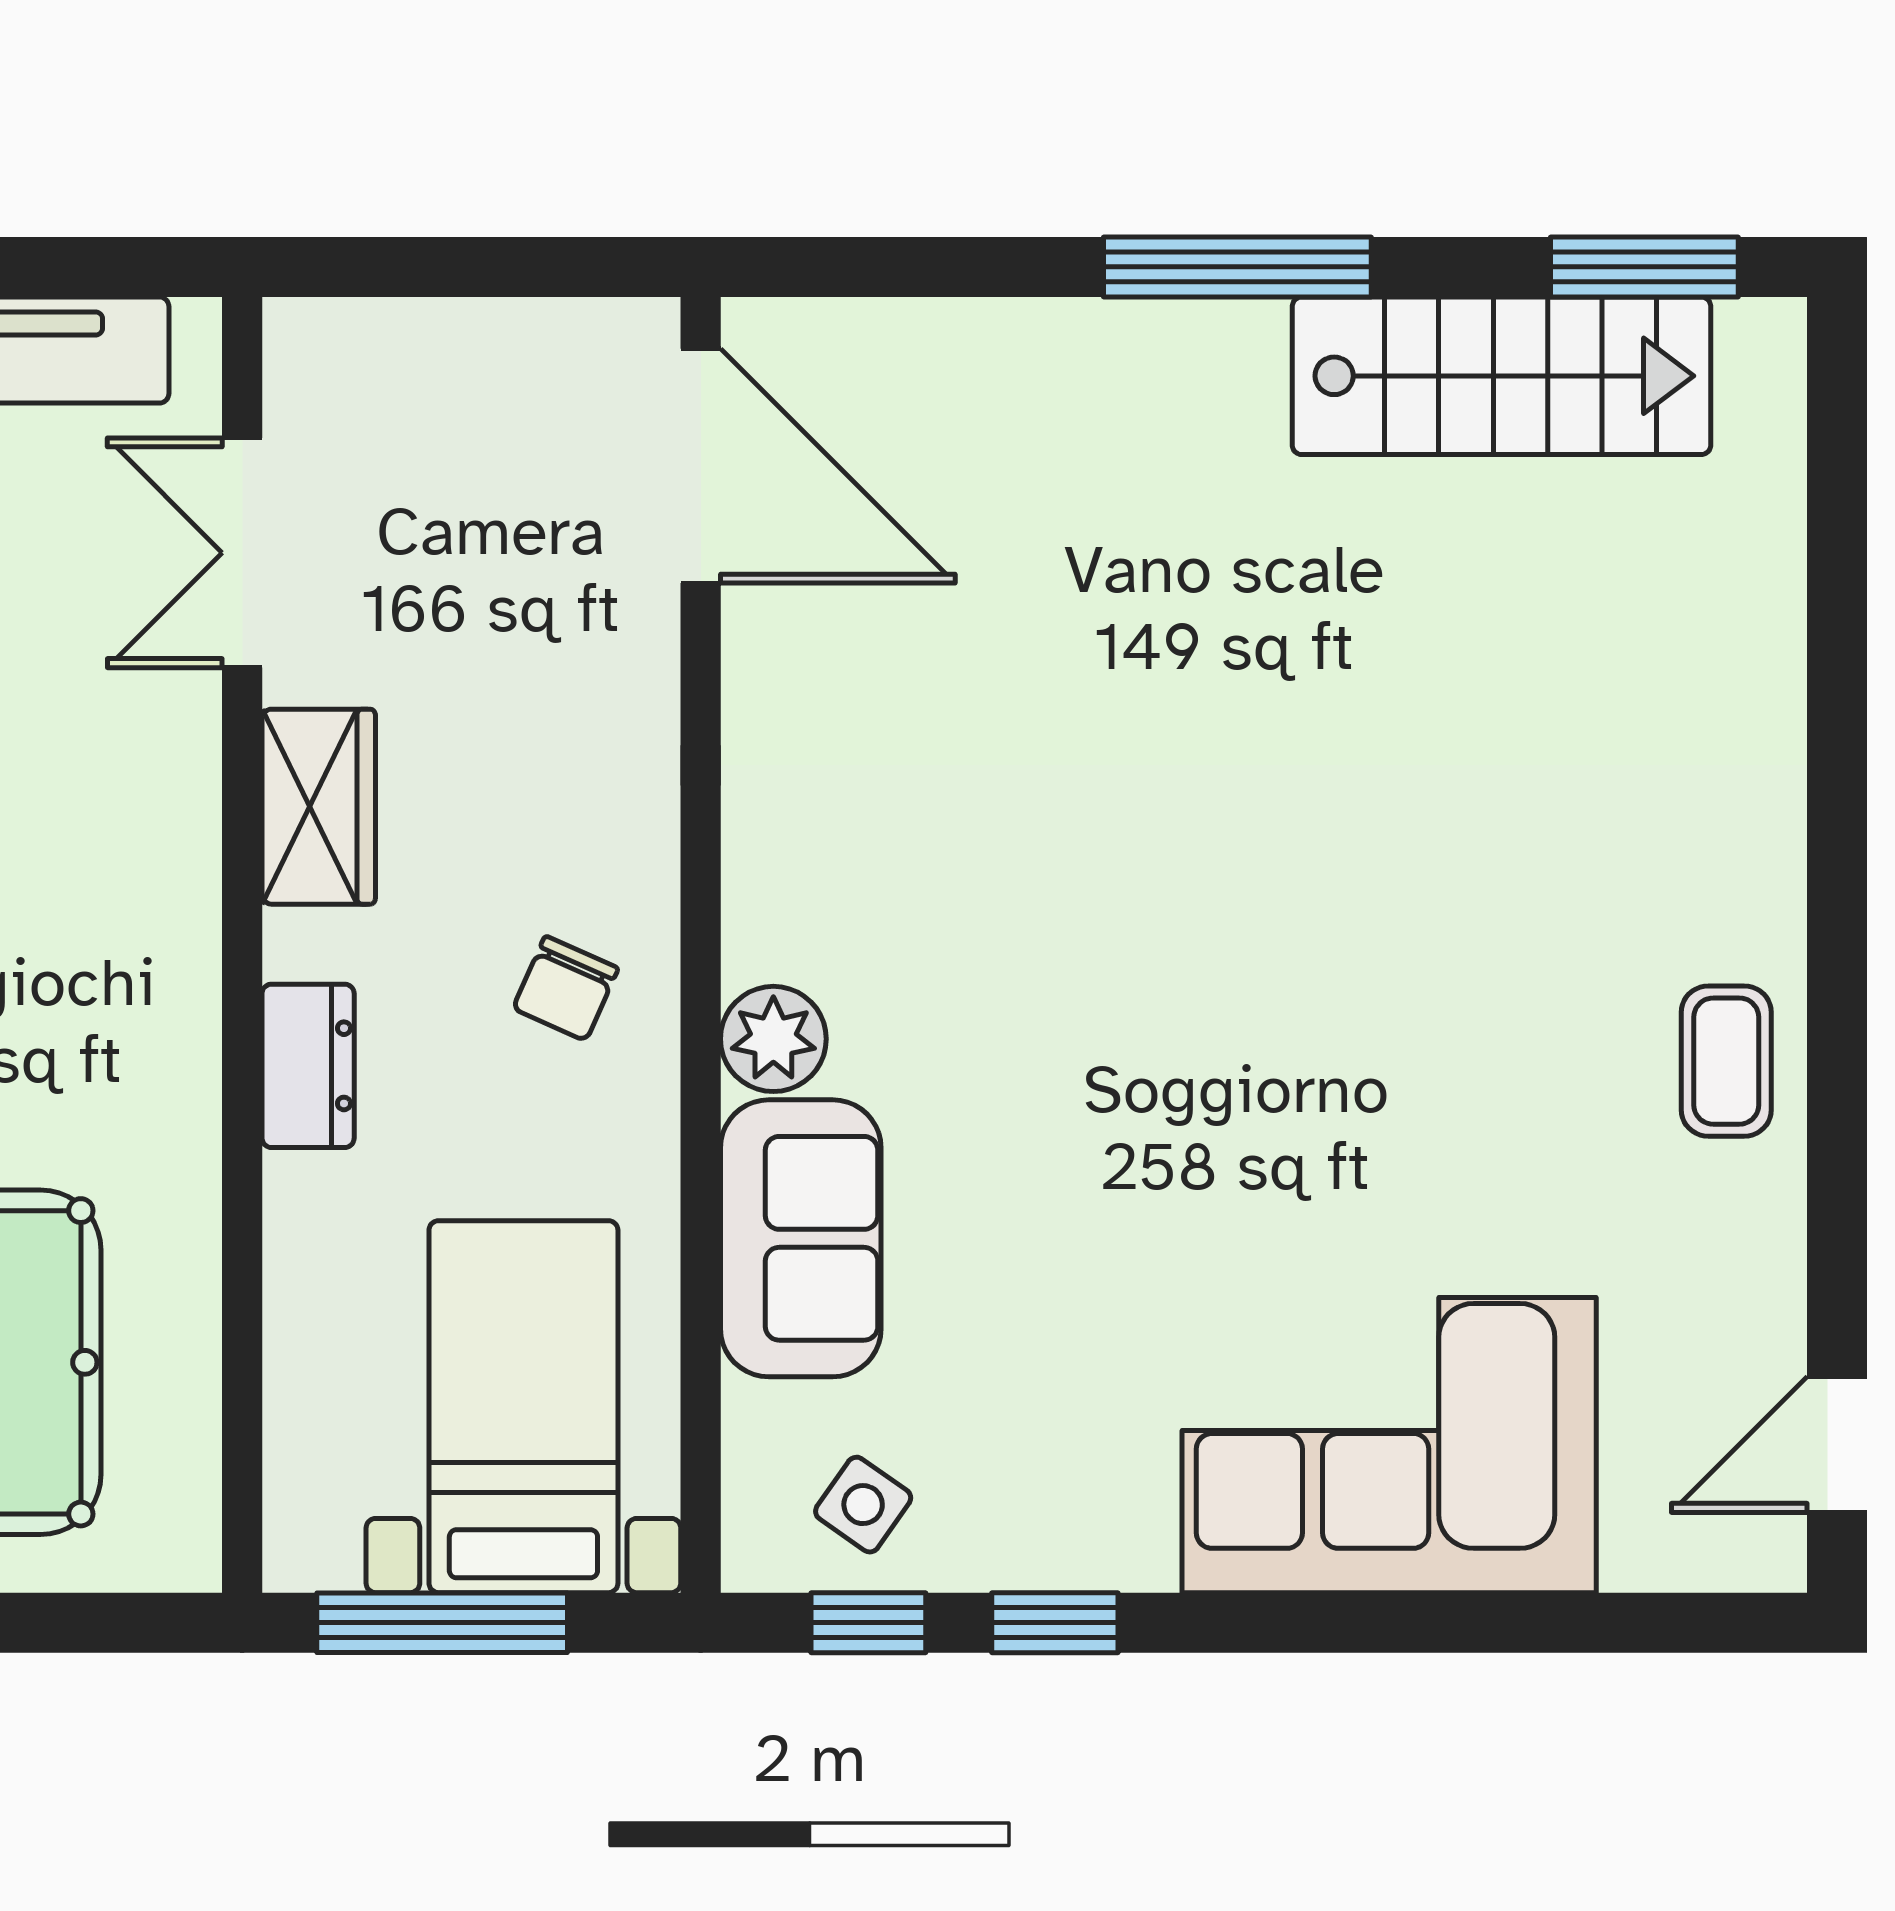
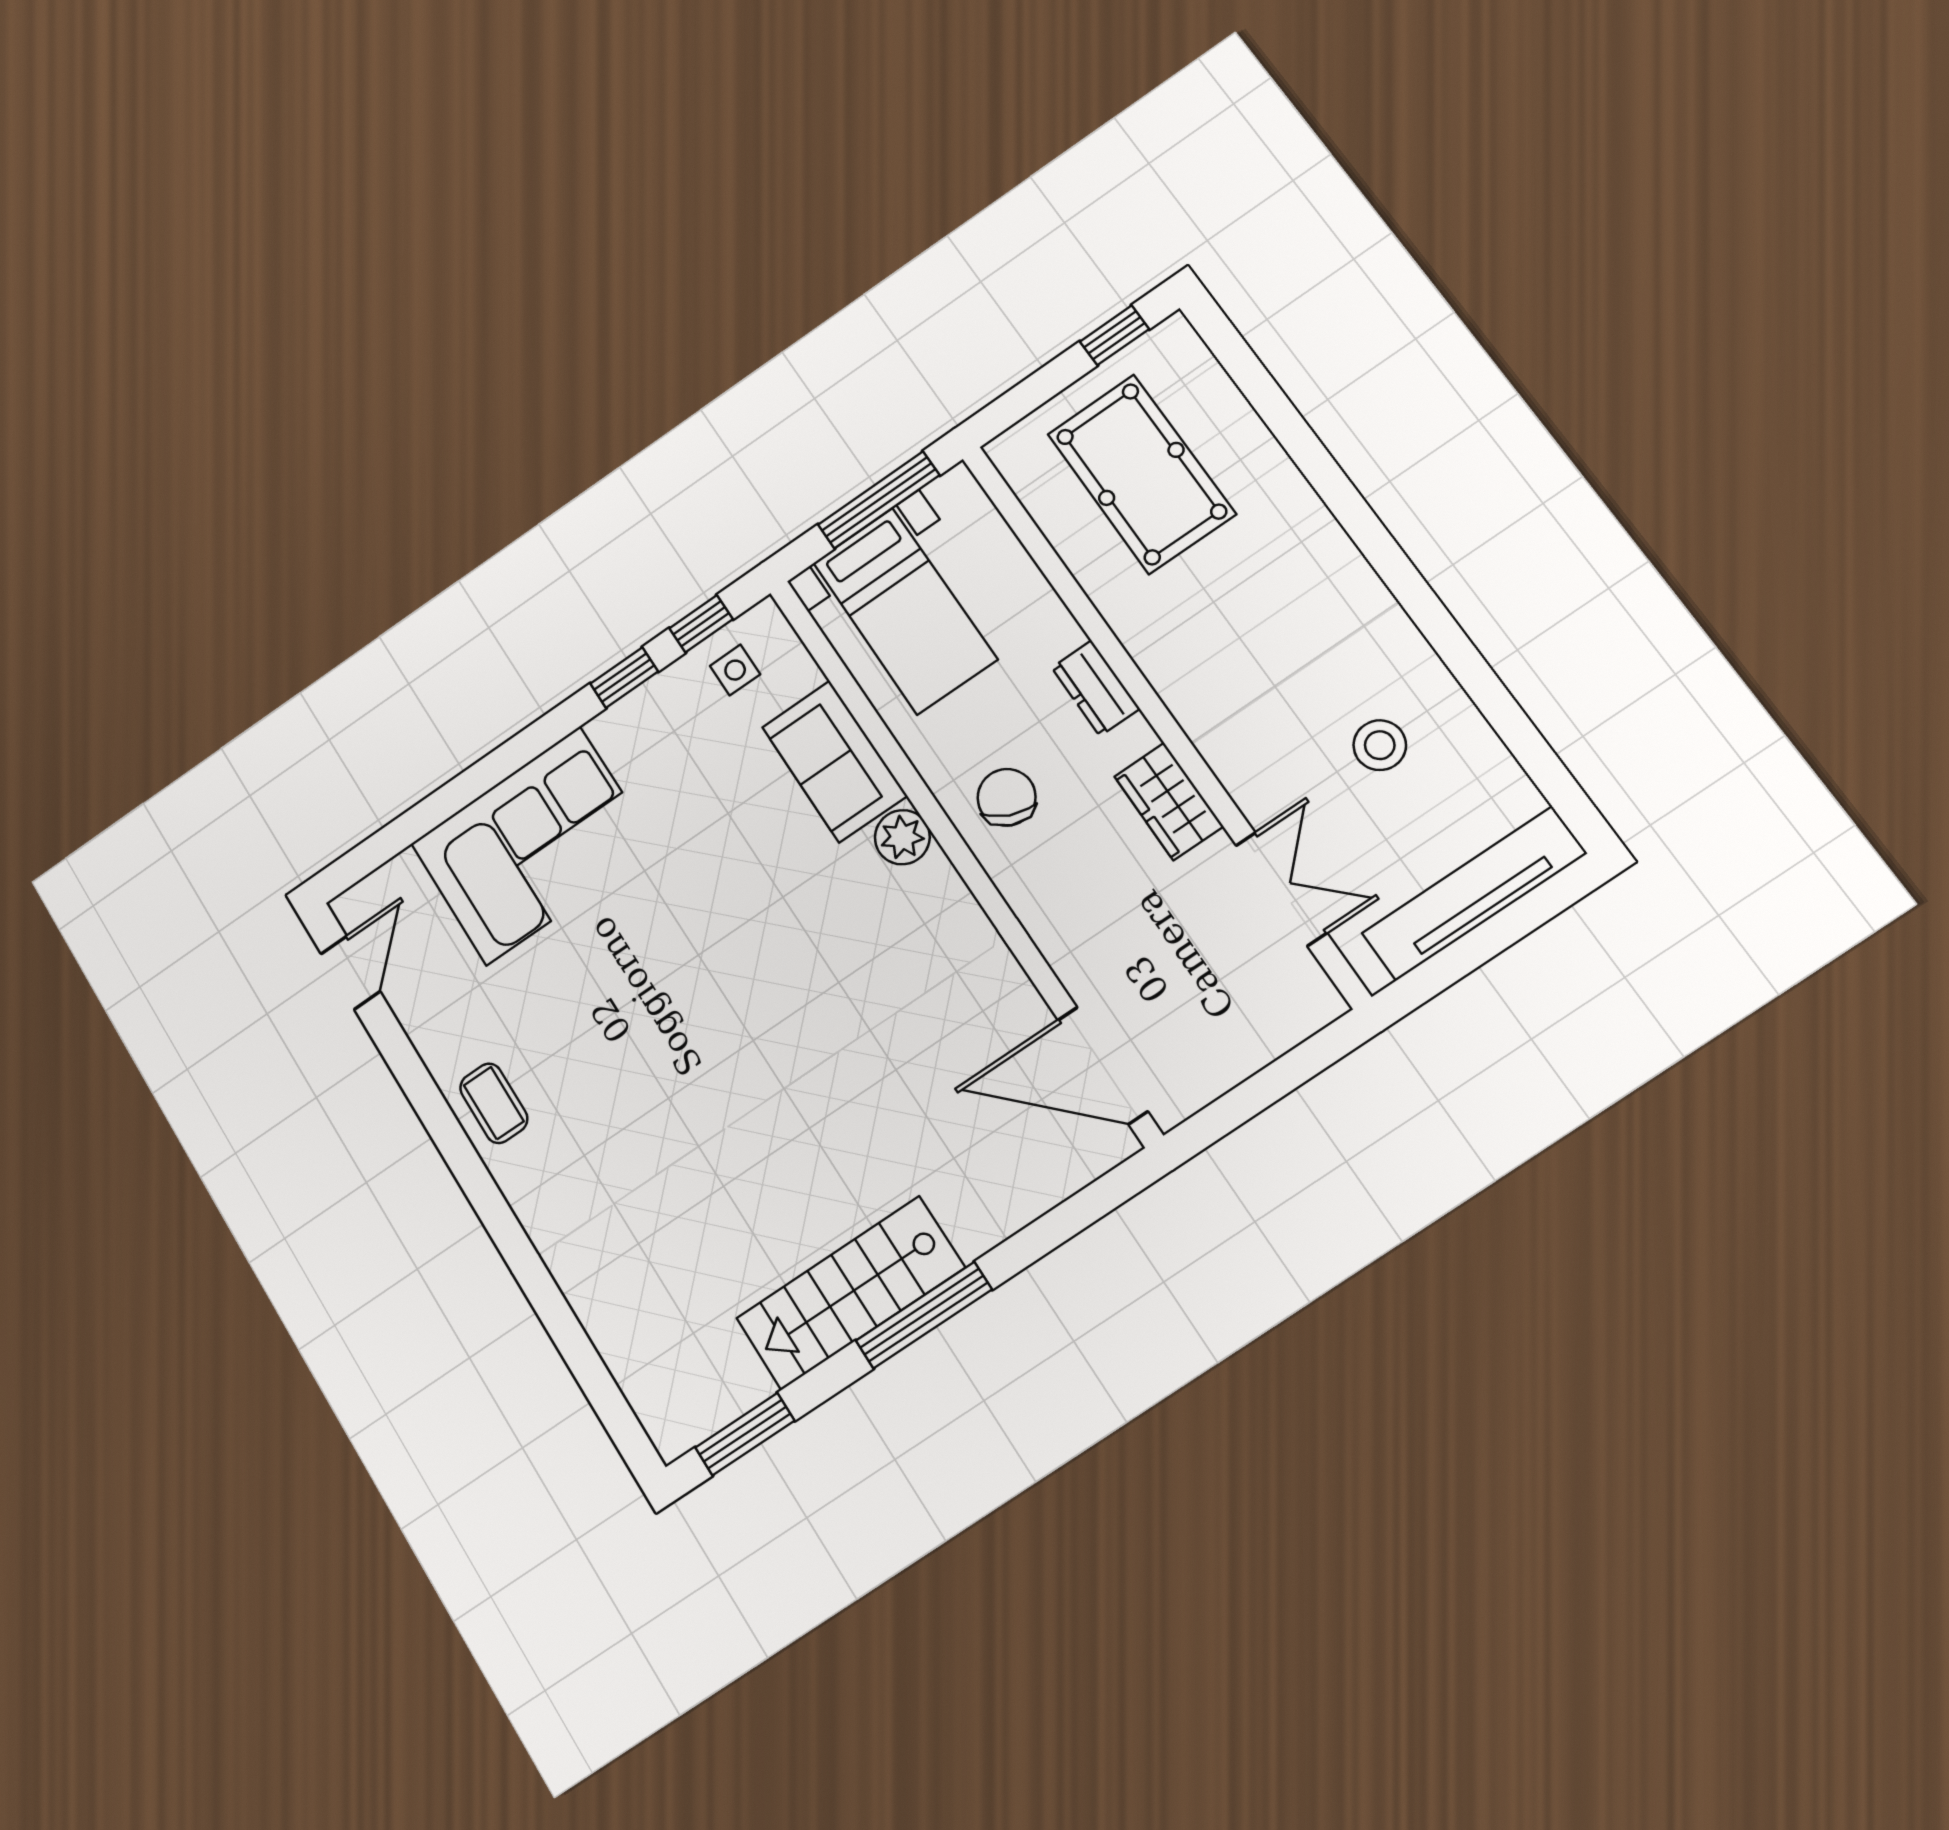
stairs: (1501, 376) -> (850, 1293), moved
chair: (566, 988) -> (1007, 797), width x1.37, depth x1.37
side table: (863, 1505) -> (735, 670), turned -35

